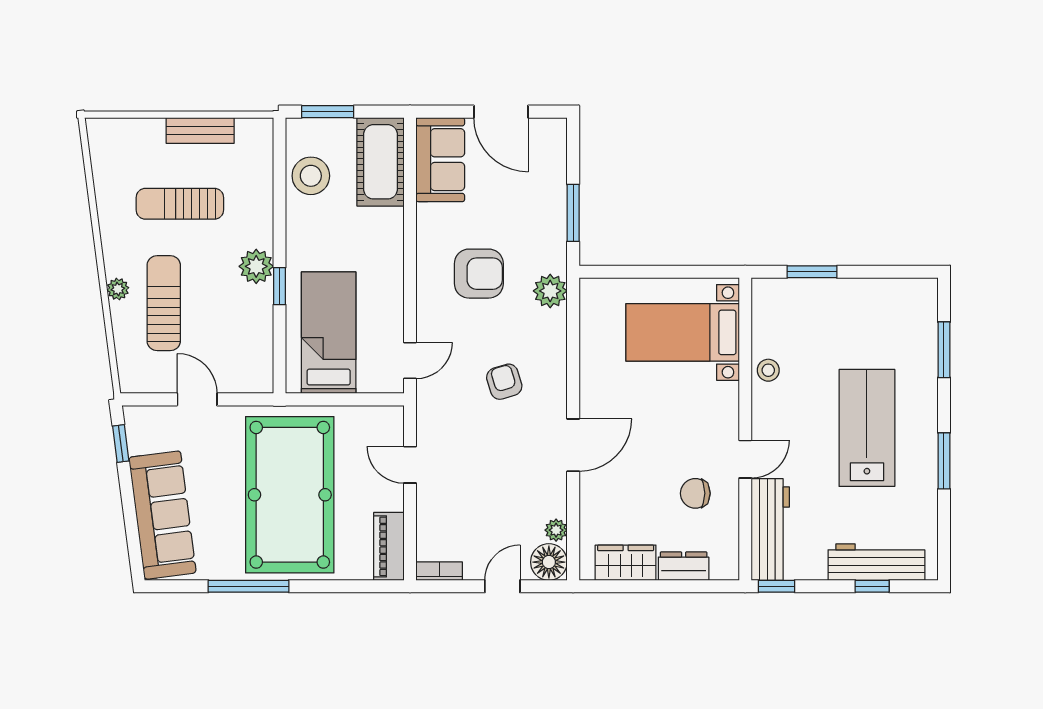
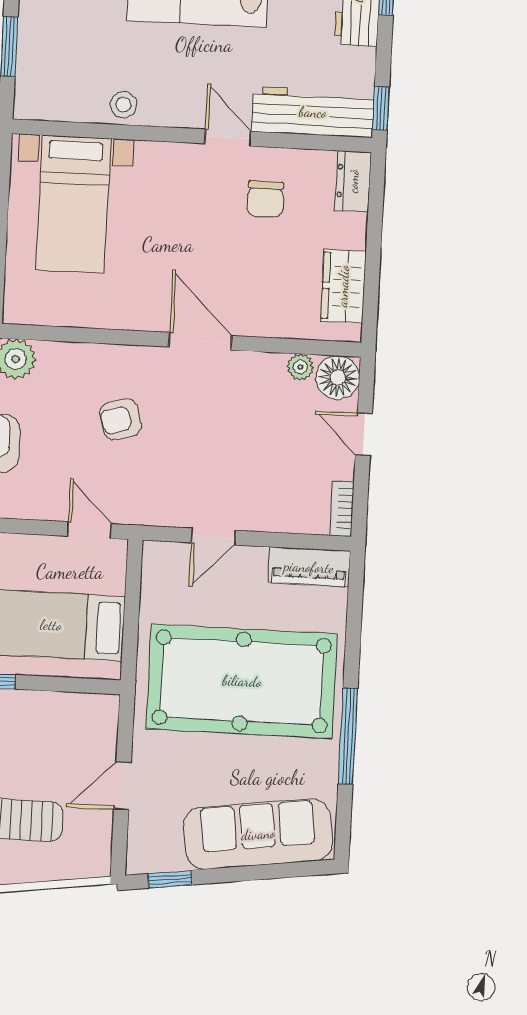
dresser: (684, 566) -> (353, 181), moved

